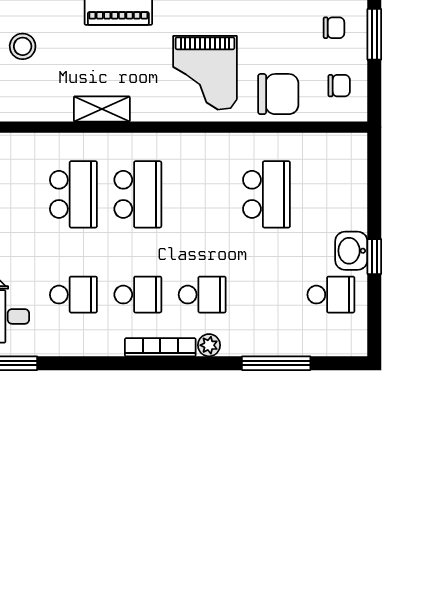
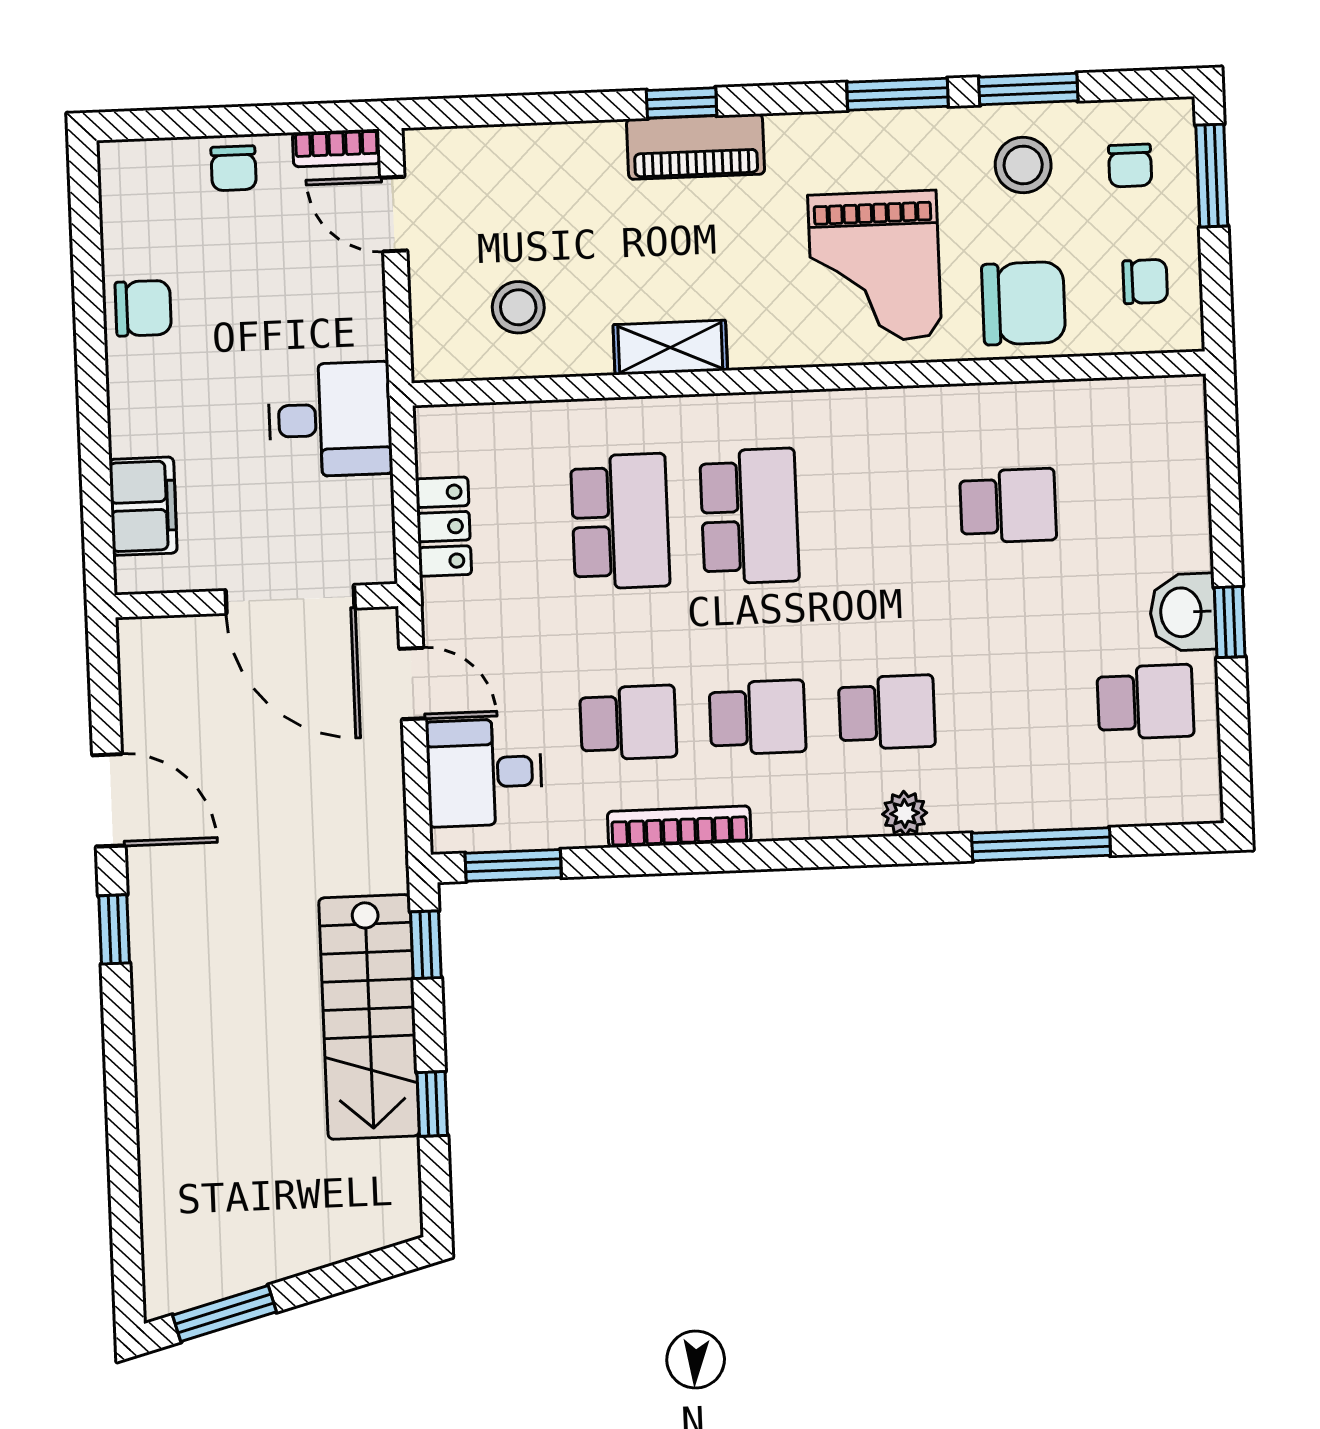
stool: (281, 25) -> (1023, 165), added
chair: (334, 28) -> (1130, 166), turned 90
stool: (23, 46) -> (518, 307), moved
school desk: (267, 194) -> (1008, 506), width x0.54
bookcase: (160, 347) -> (679, 827), moved

